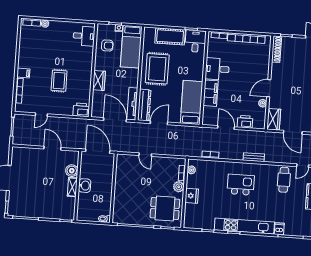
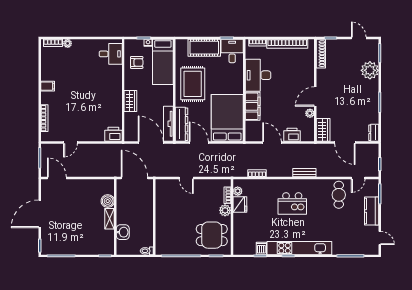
desk: (217, 69) -> (258, 75), width x1.37
filing cabinet: (23, 73) -> (48, 86), moved
rug: (59, 81) -> (87, 104), removed
bed: (191, 102) -> (227, 118), width x1.50
door: (159, 123) -> (199, 143), hinge flipped
door: (52, 148) -> (57, 178), moved
kitchen island: (241, 185) -> (292, 203), turned 180
washbasin: (85, 186) -> (123, 232), moved
fridge: (192, 196) -> (240, 204), moved
dishwasher: (279, 229) -> (261, 248), moved

